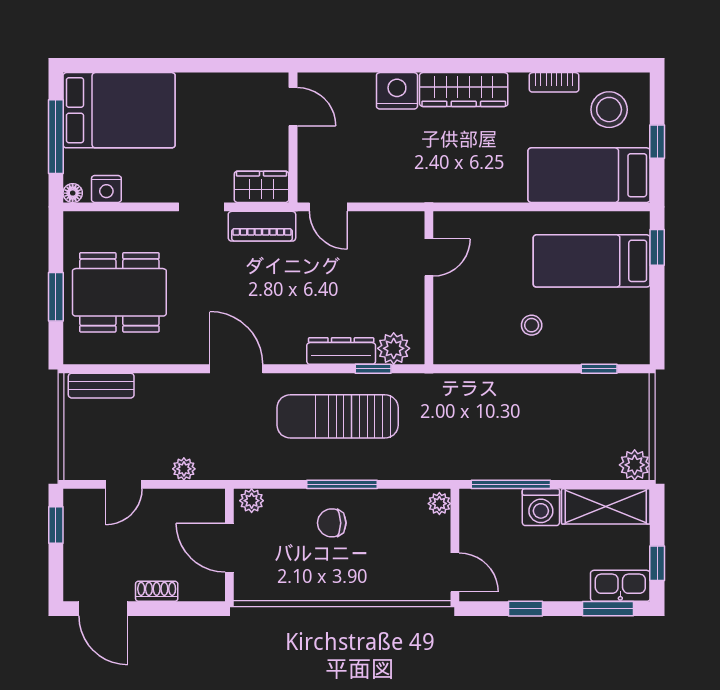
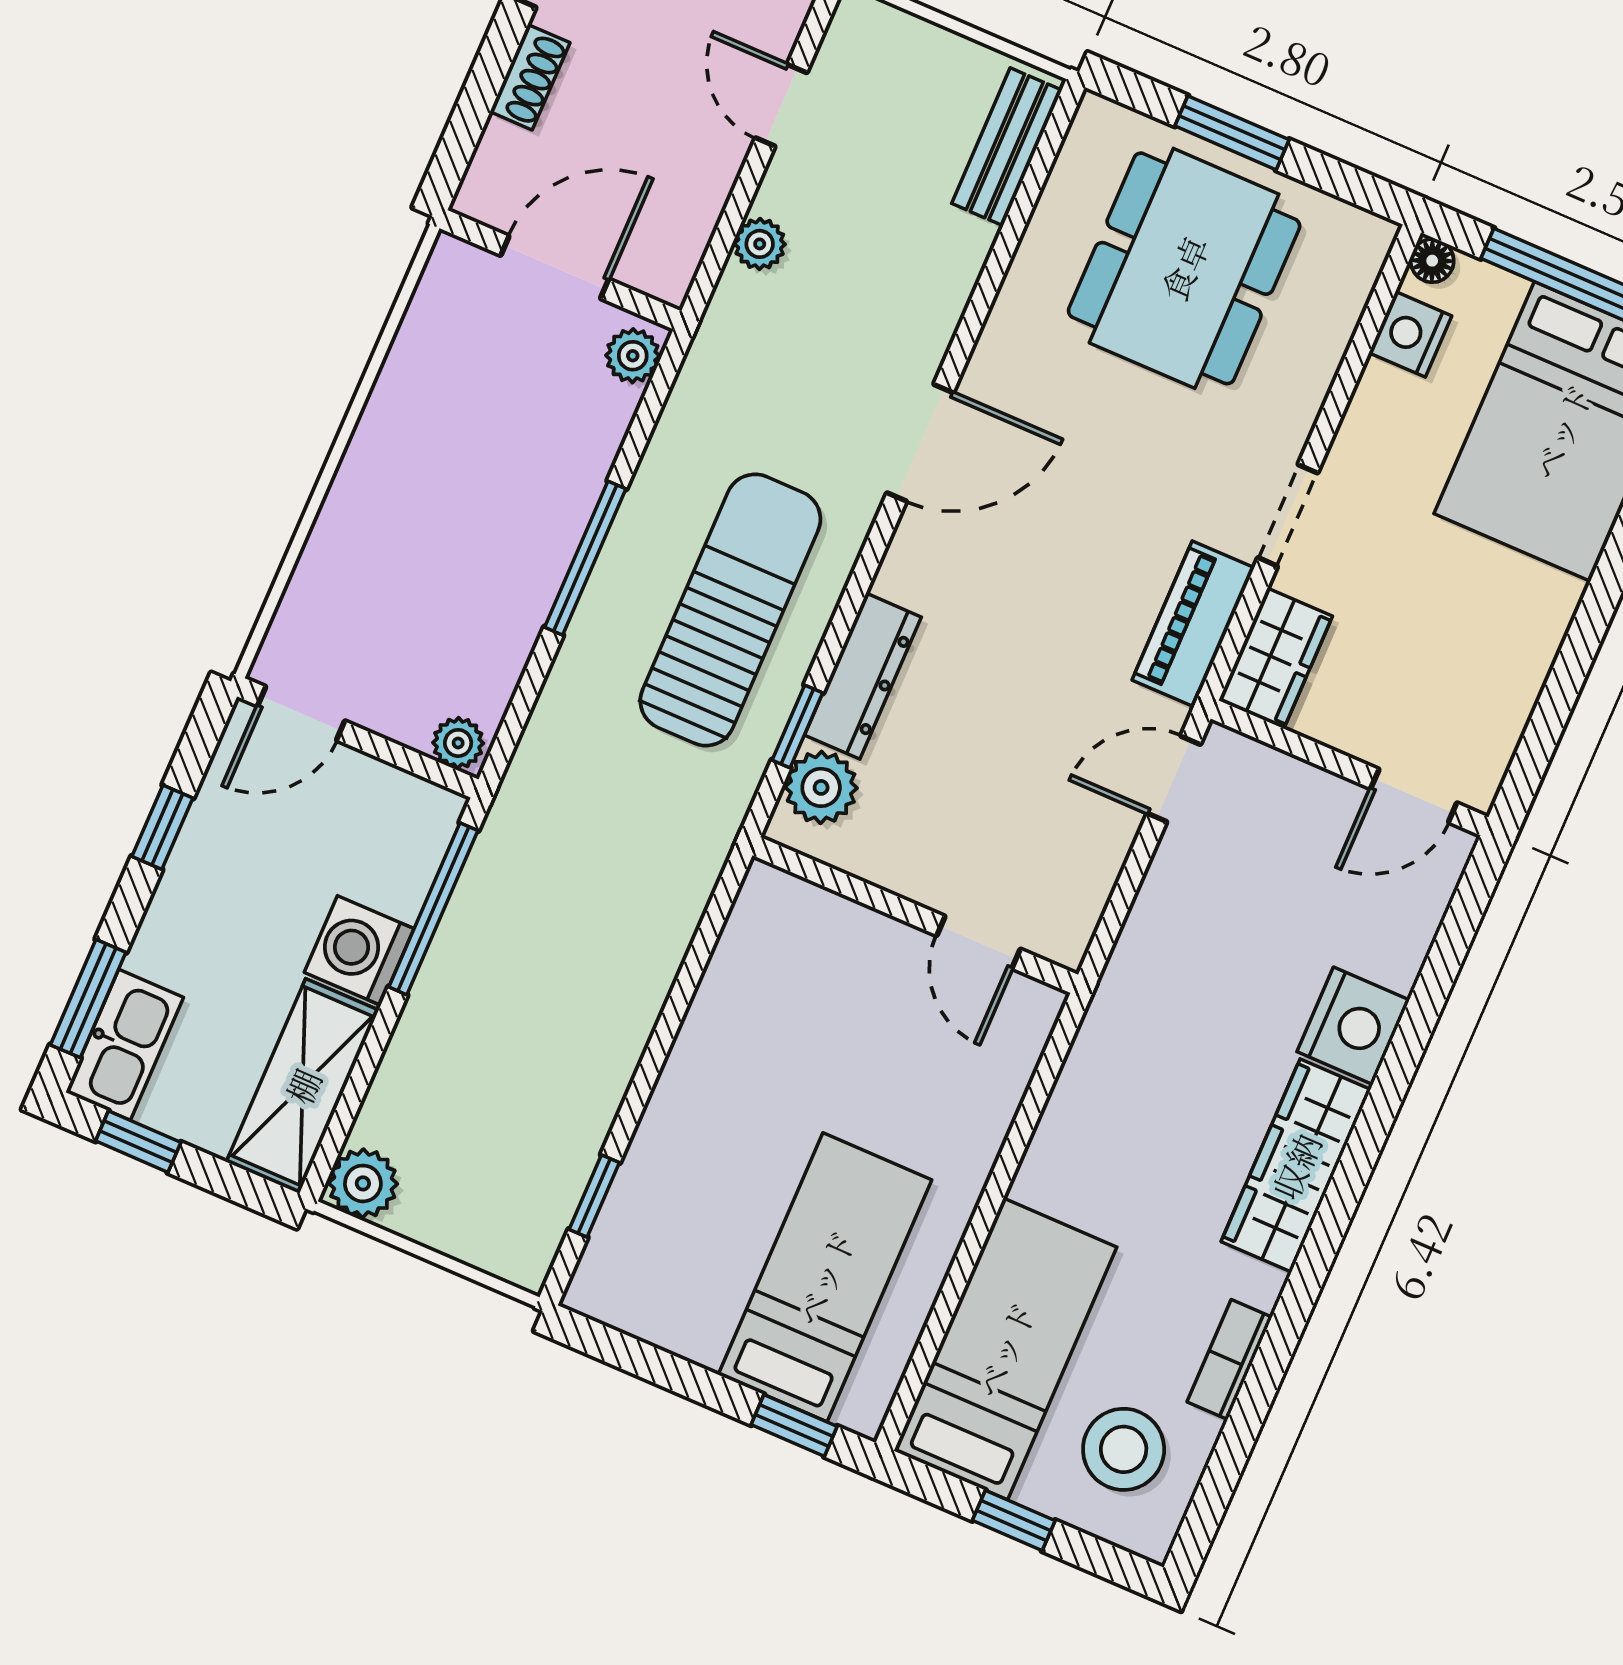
stool: (532, 325) -> (746, 1095), removed
chair: (332, 523) -> (514, 502), removed

